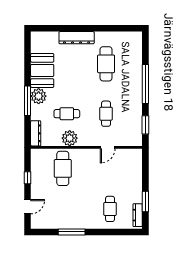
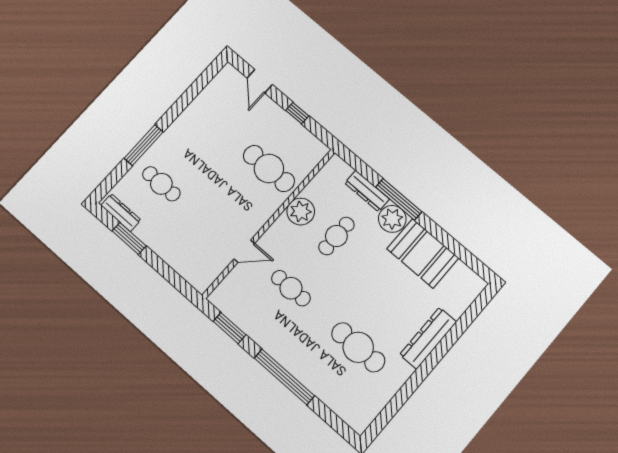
dresser: (36, 133) -> (367, 191), moved
door: (108, 147) -> (244, 251), swing flipped
window: (72, 232) -> (144, 145), moved

